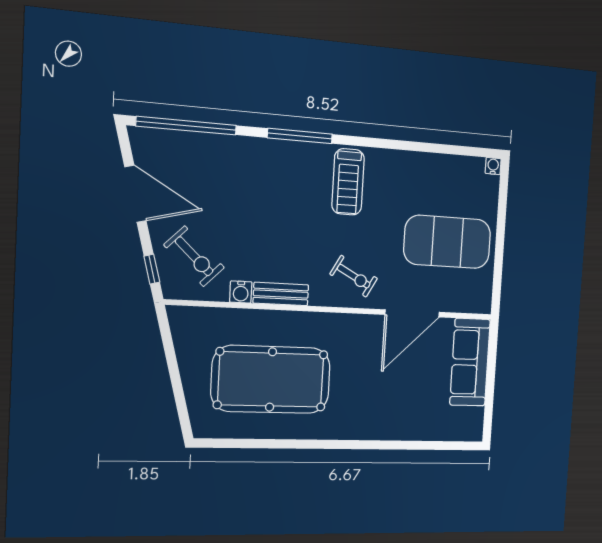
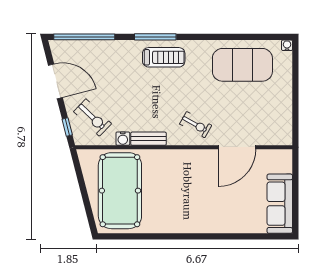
treadmill: (348, 182) -> (164, 57), moved, turned -90
exercise mat: (447, 242) -> (242, 65), moved
sofa: (470, 362) -> (280, 204), moved
pool table: (271, 380) -> (120, 191), moved, turned 90

